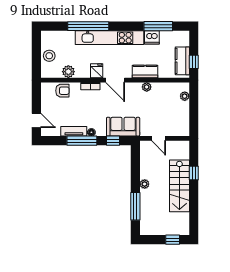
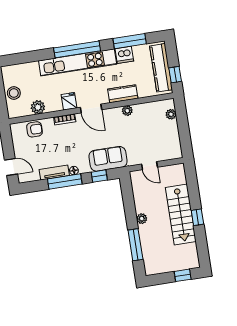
window: (88, 26) -> (77, 49), moved
kitchen counter: (182, 61) -> (161, 68), width x1.50
window: (194, 173) -> (197, 217), moved

